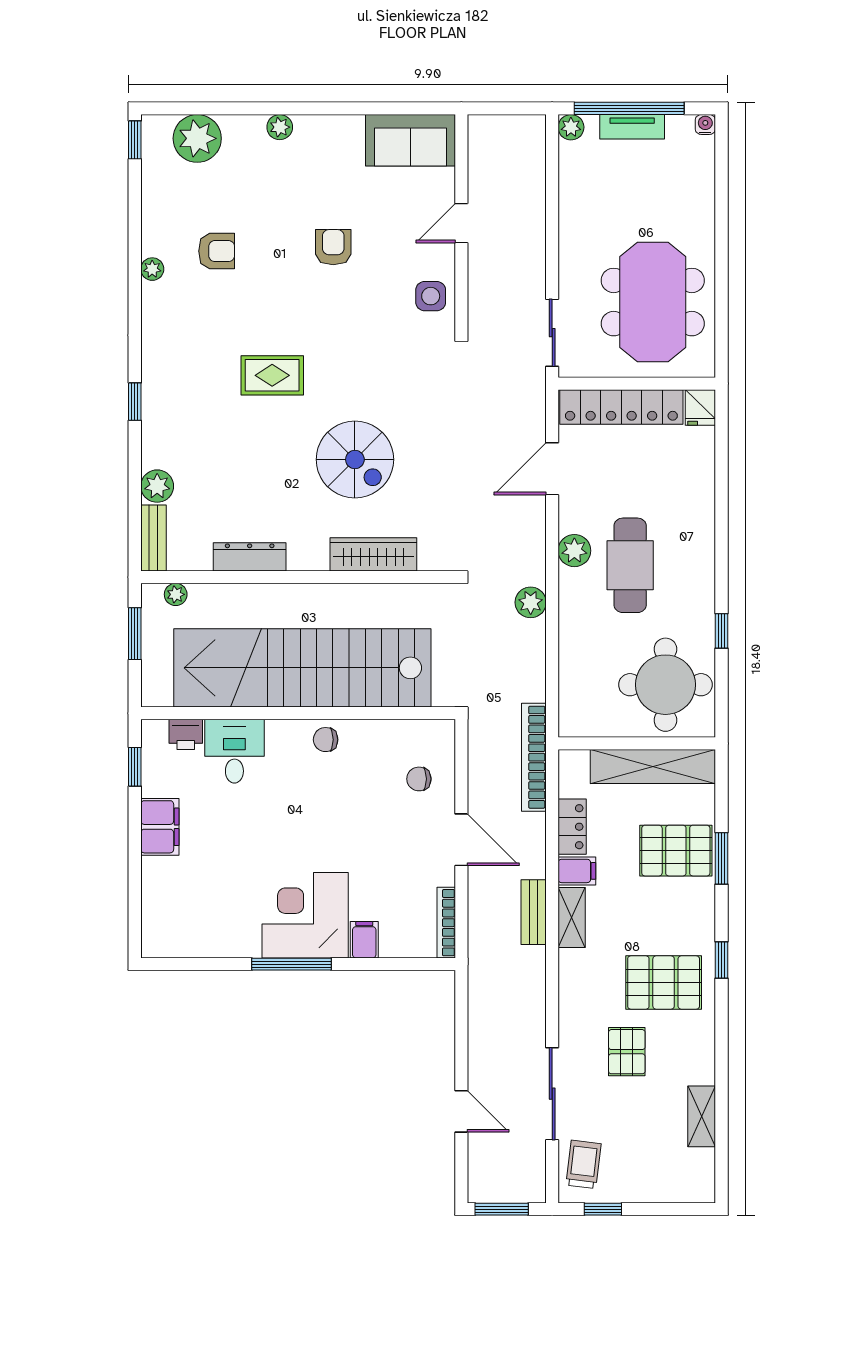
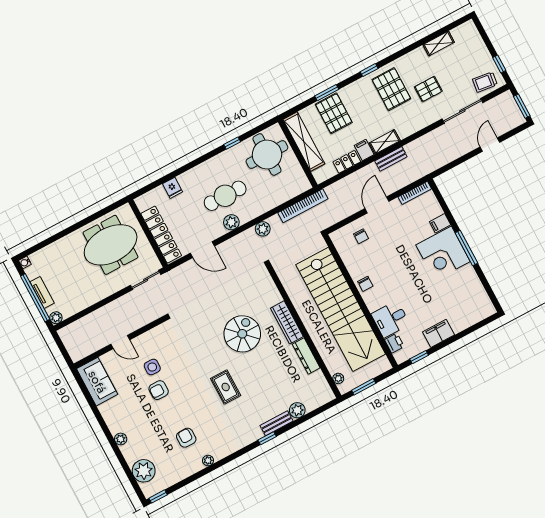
side table: (431, 296) -> (152, 367), moved
fridge: (700, 408) -> (173, 188), moved, turned 90
bench: (153, 538) -> (277, 423), moved
wardrobe: (373, 554) -> (287, 322), moved
bookcase: (534, 757) -> (303, 206), moved

